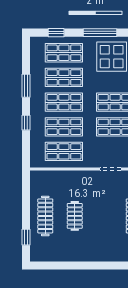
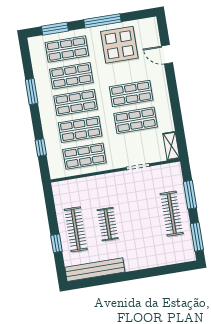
window: (56, 33) -> (55, 29), width x1.50
window: (26, 123) -> (41, 147), moved
window: (26, 237) -> (56, 243), moved
bench: (57, 255) -> (95, 270), added

